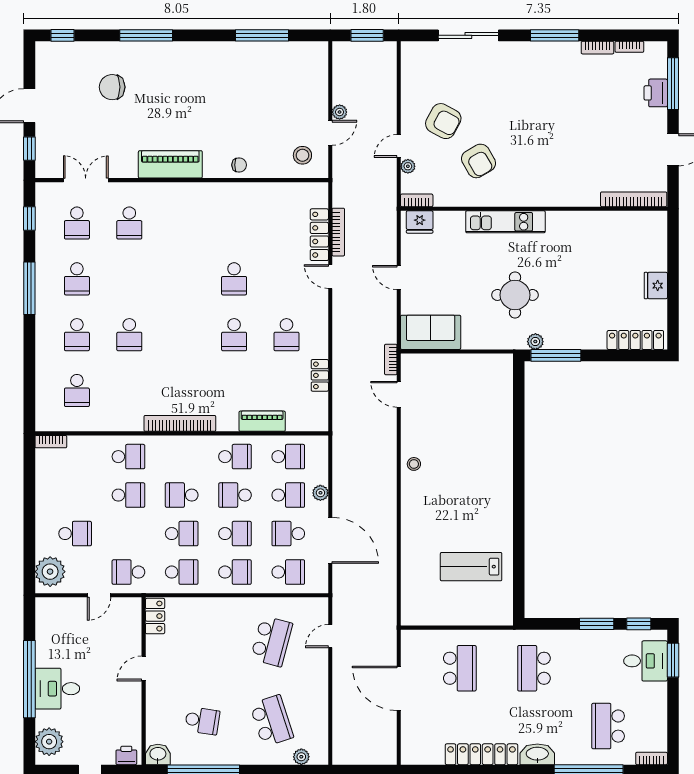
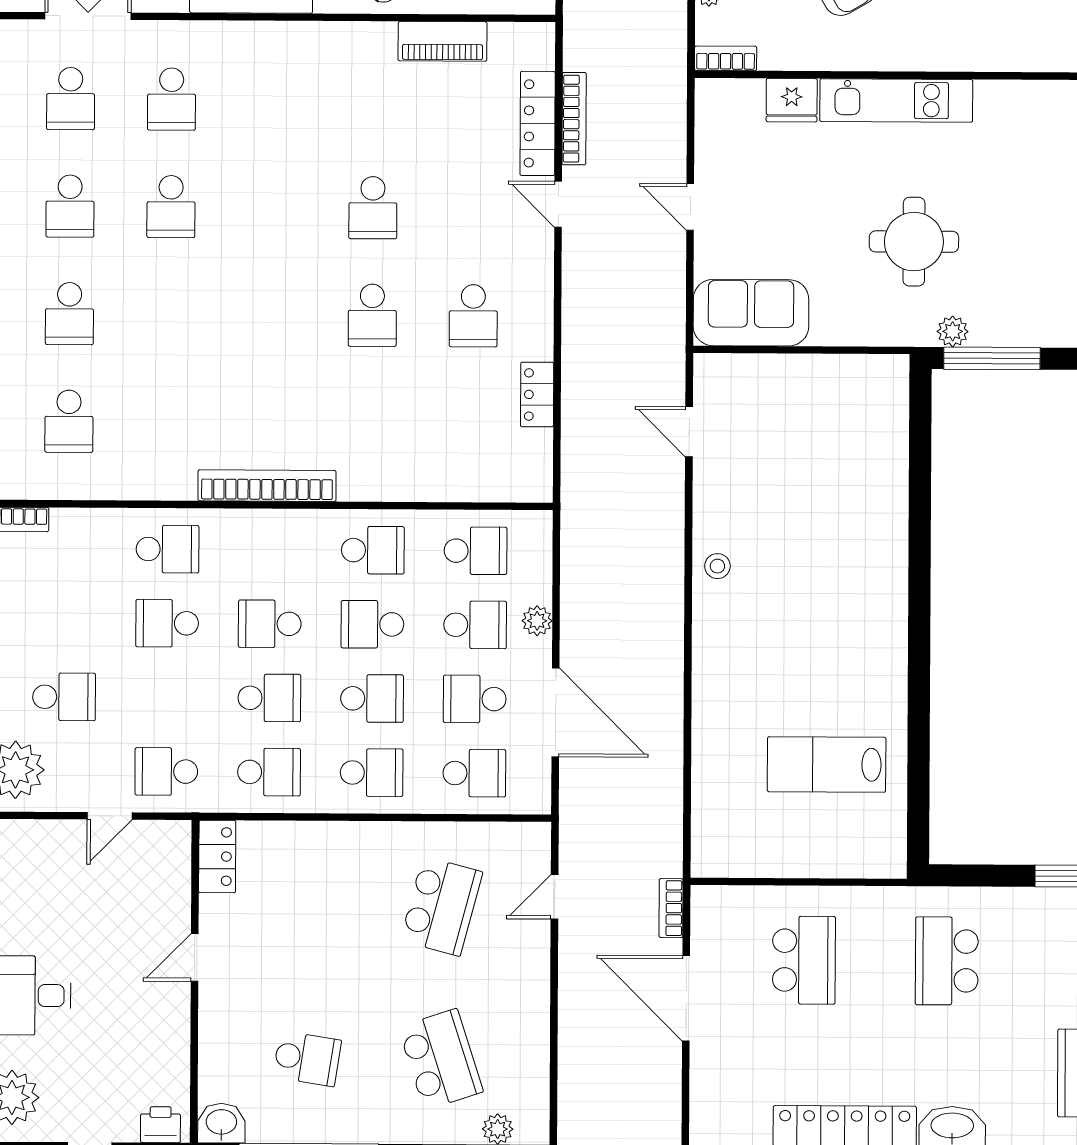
fridge: (420, 222) -> (792, 100), moved
school desk: (129, 335) -> (171, 207), moved
bookcase: (391, 359) -> (671, 908), moved
piano: (262, 421) -> (443, 41), moved, turned 180
school desk: (128, 495) -> (167, 623), turned 180

